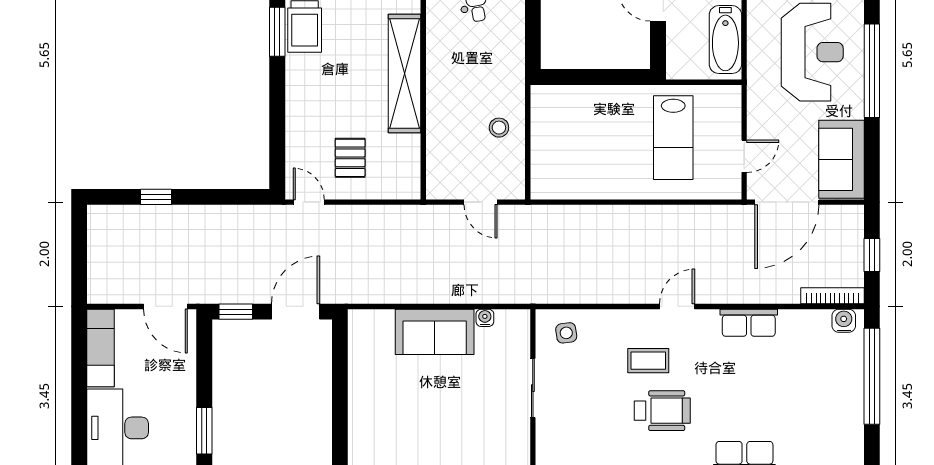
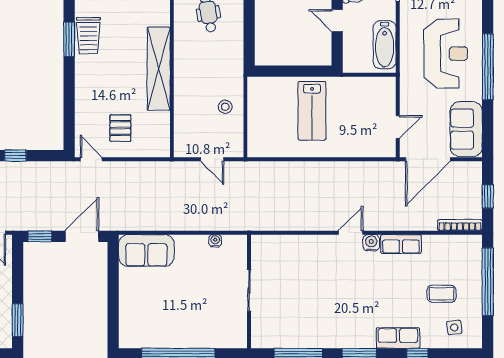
lab bench: (673, 138) -> (312, 111), moved
window: (201, 197) -> (15, 156), added
water cooler: (844, 321) -> (371, 243), moved
sofa: (435, 332) -> (146, 251), moved
side table: (566, 333) -> (454, 327), moved
coffee table: (648, 361) -> (442, 294), moved
wheelchair: (662, 411) -> (340, 306), removed

